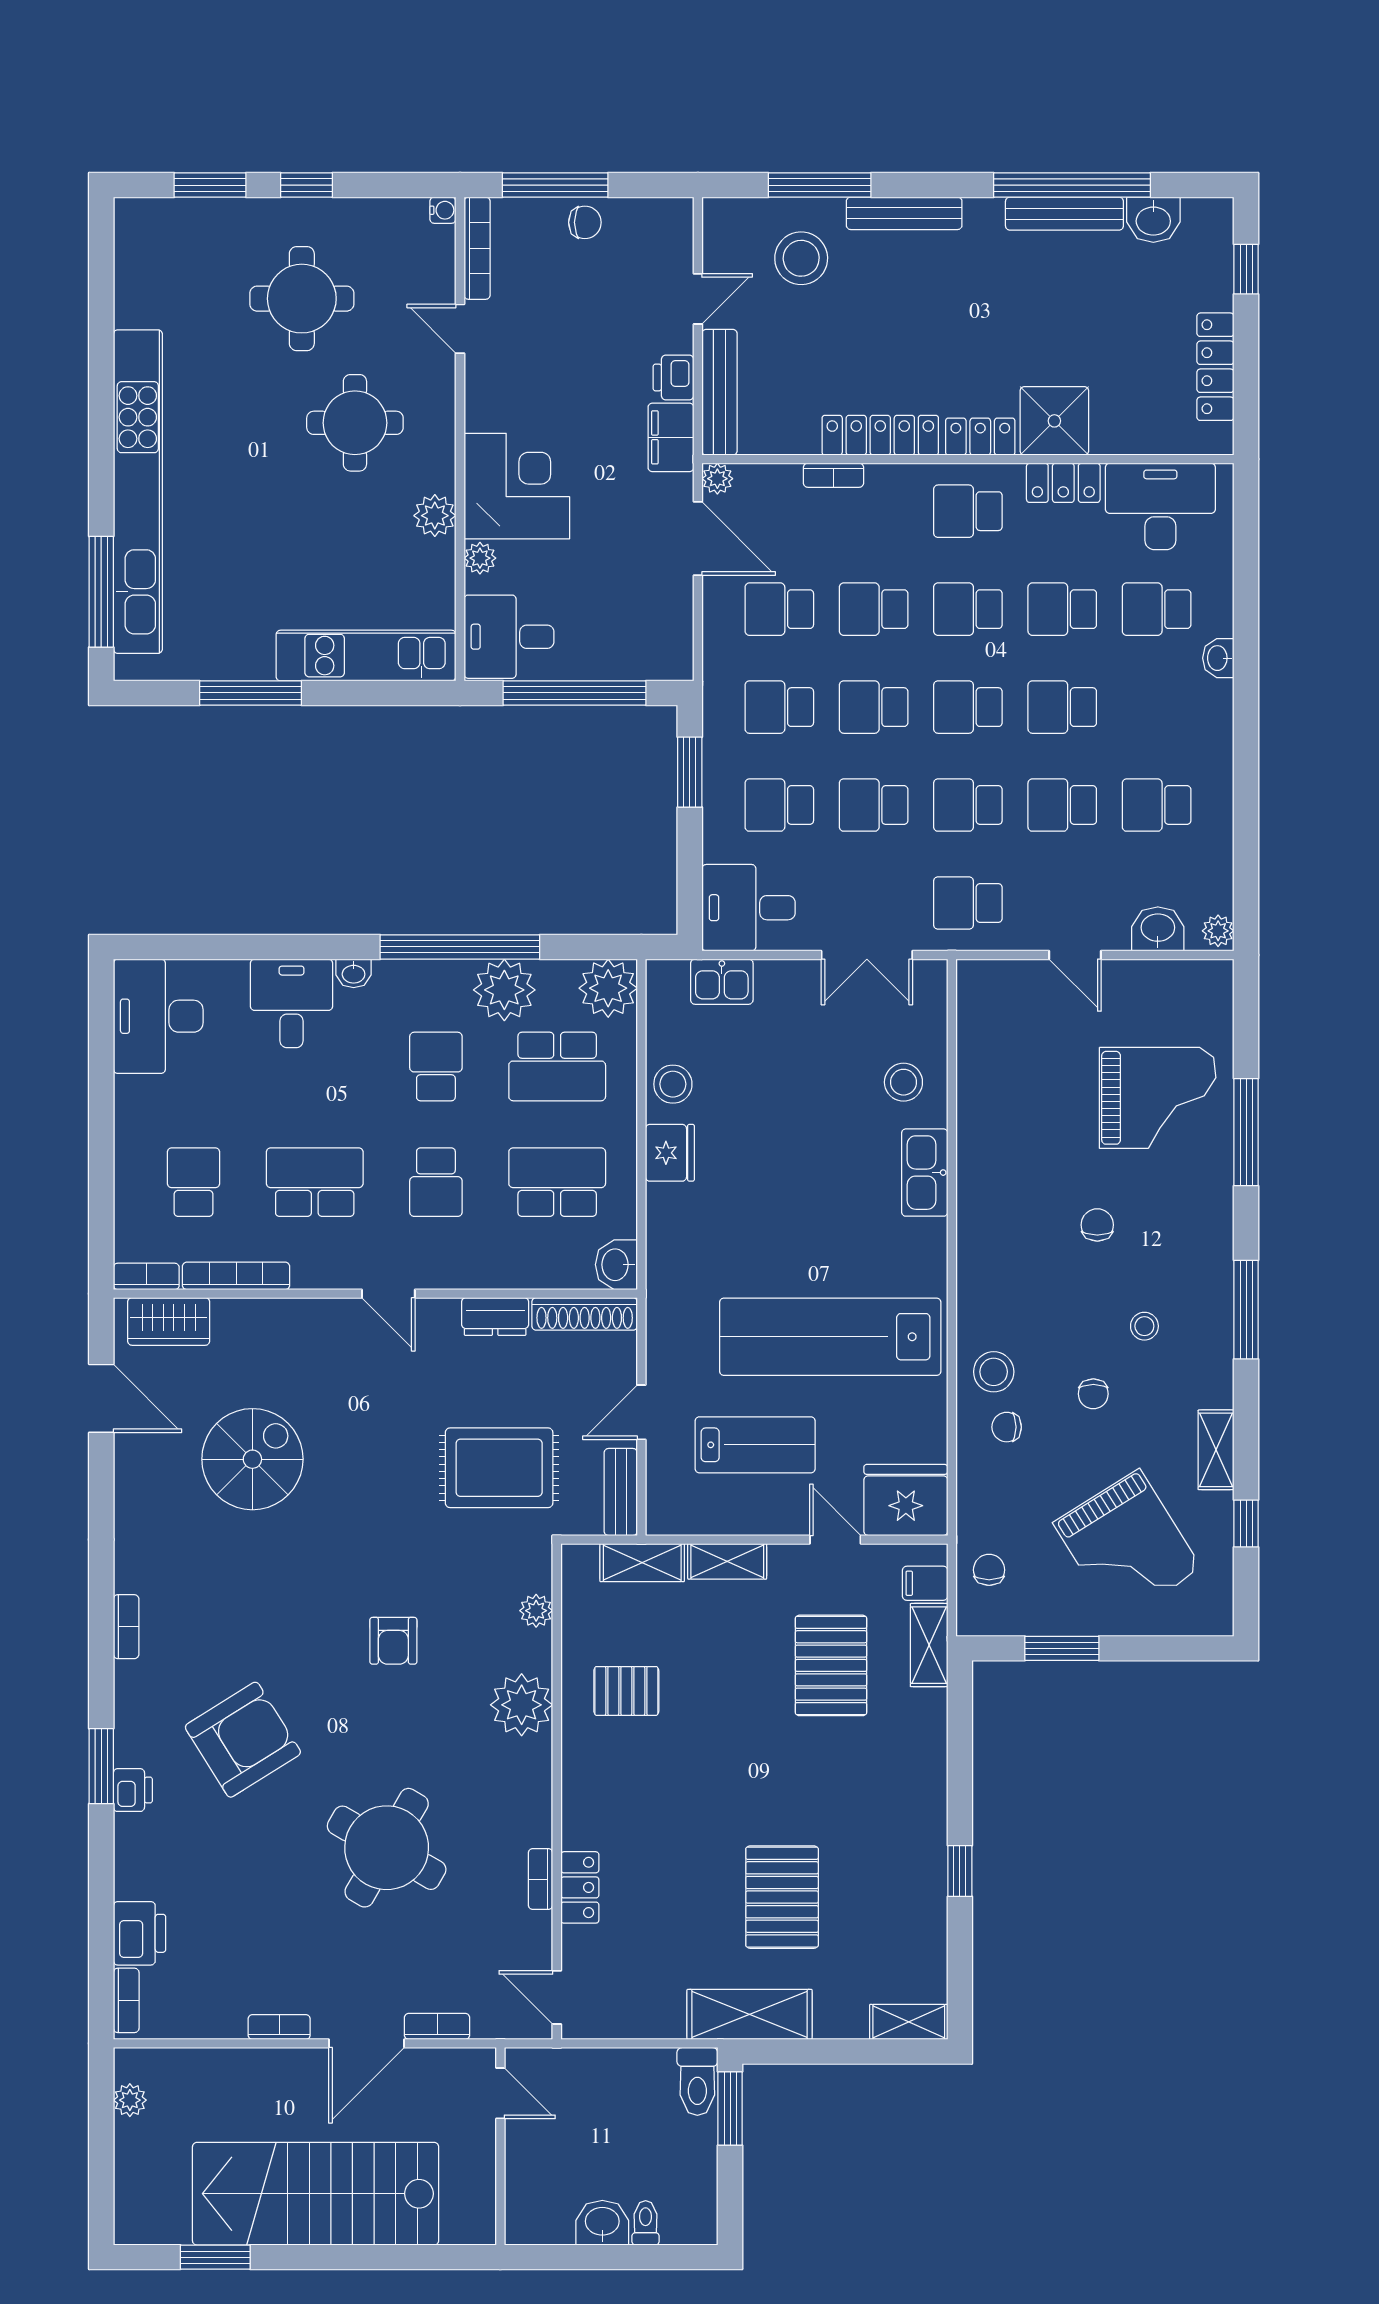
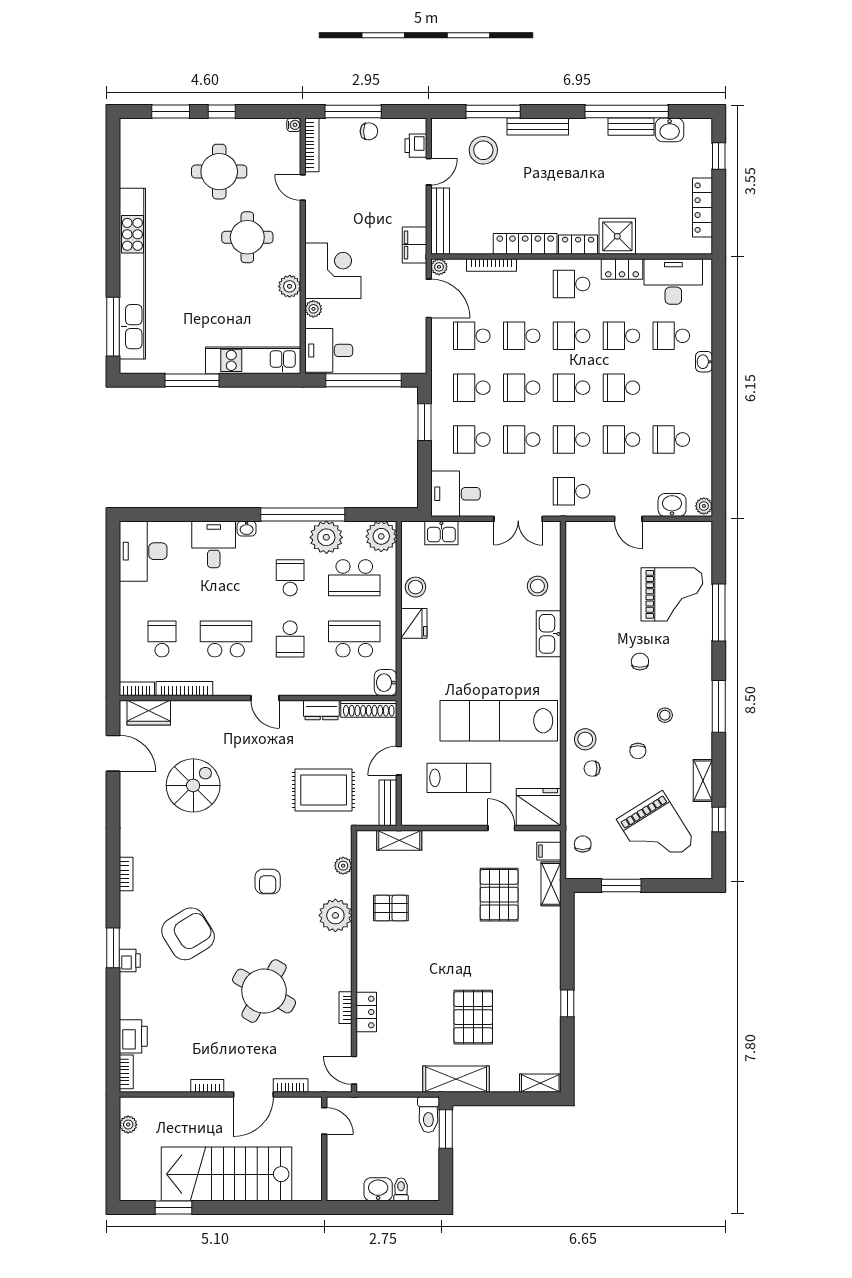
bench: (1064, 214) -> (631, 127), width x0.73
printer: (673, 378) -> (416, 146), moved
bookcase: (833, 475) -> (491, 265), width x1.56
shelving: (727, 1561) -> (444, 840), removed

